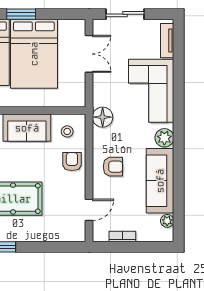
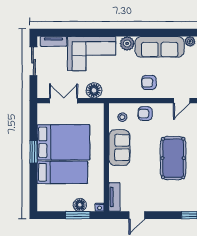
sliding door: (125, 14) -> (33, 61), moved
floor lamp: (103, 117) -> (94, 90), moved
armchair: (113, 167) -> (149, 82), turned -90
door: (89, 210) -> (182, 101), swing flipped

